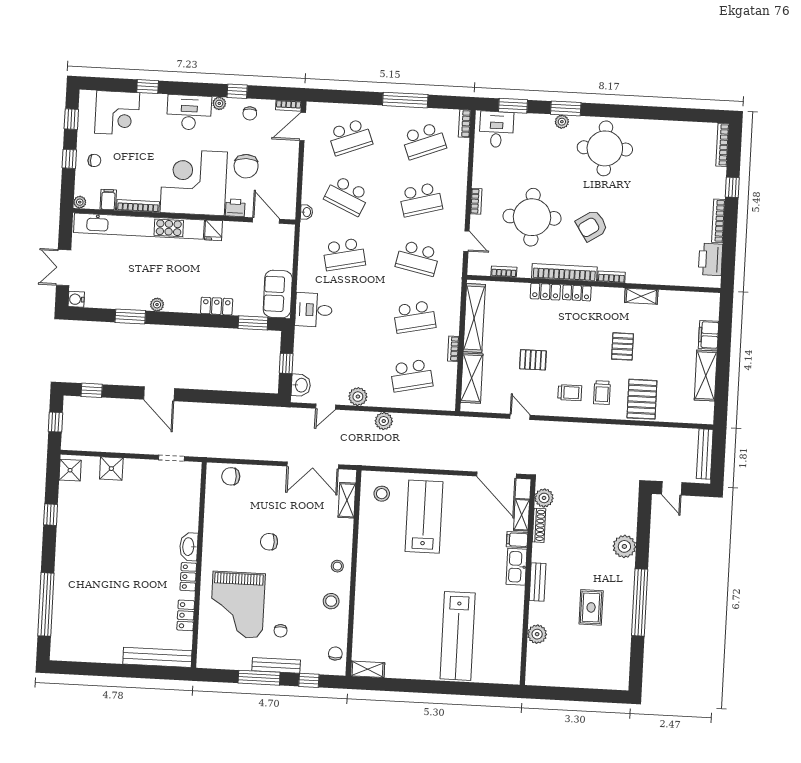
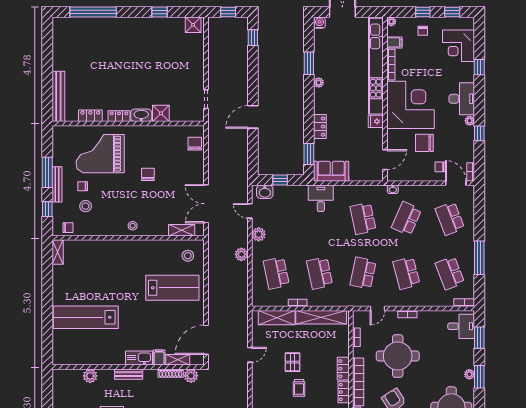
chair: (250, 113) -> (440, 167), moved
printer: (235, 208) -> (393, 137), removed
trolley: (570, 393) -> (299, 388), moved
door: (159, 394) -> (253, 117), moved
shower: (111, 469) -> (161, 113), moved
stool: (331, 601) -> (86, 206), moved

